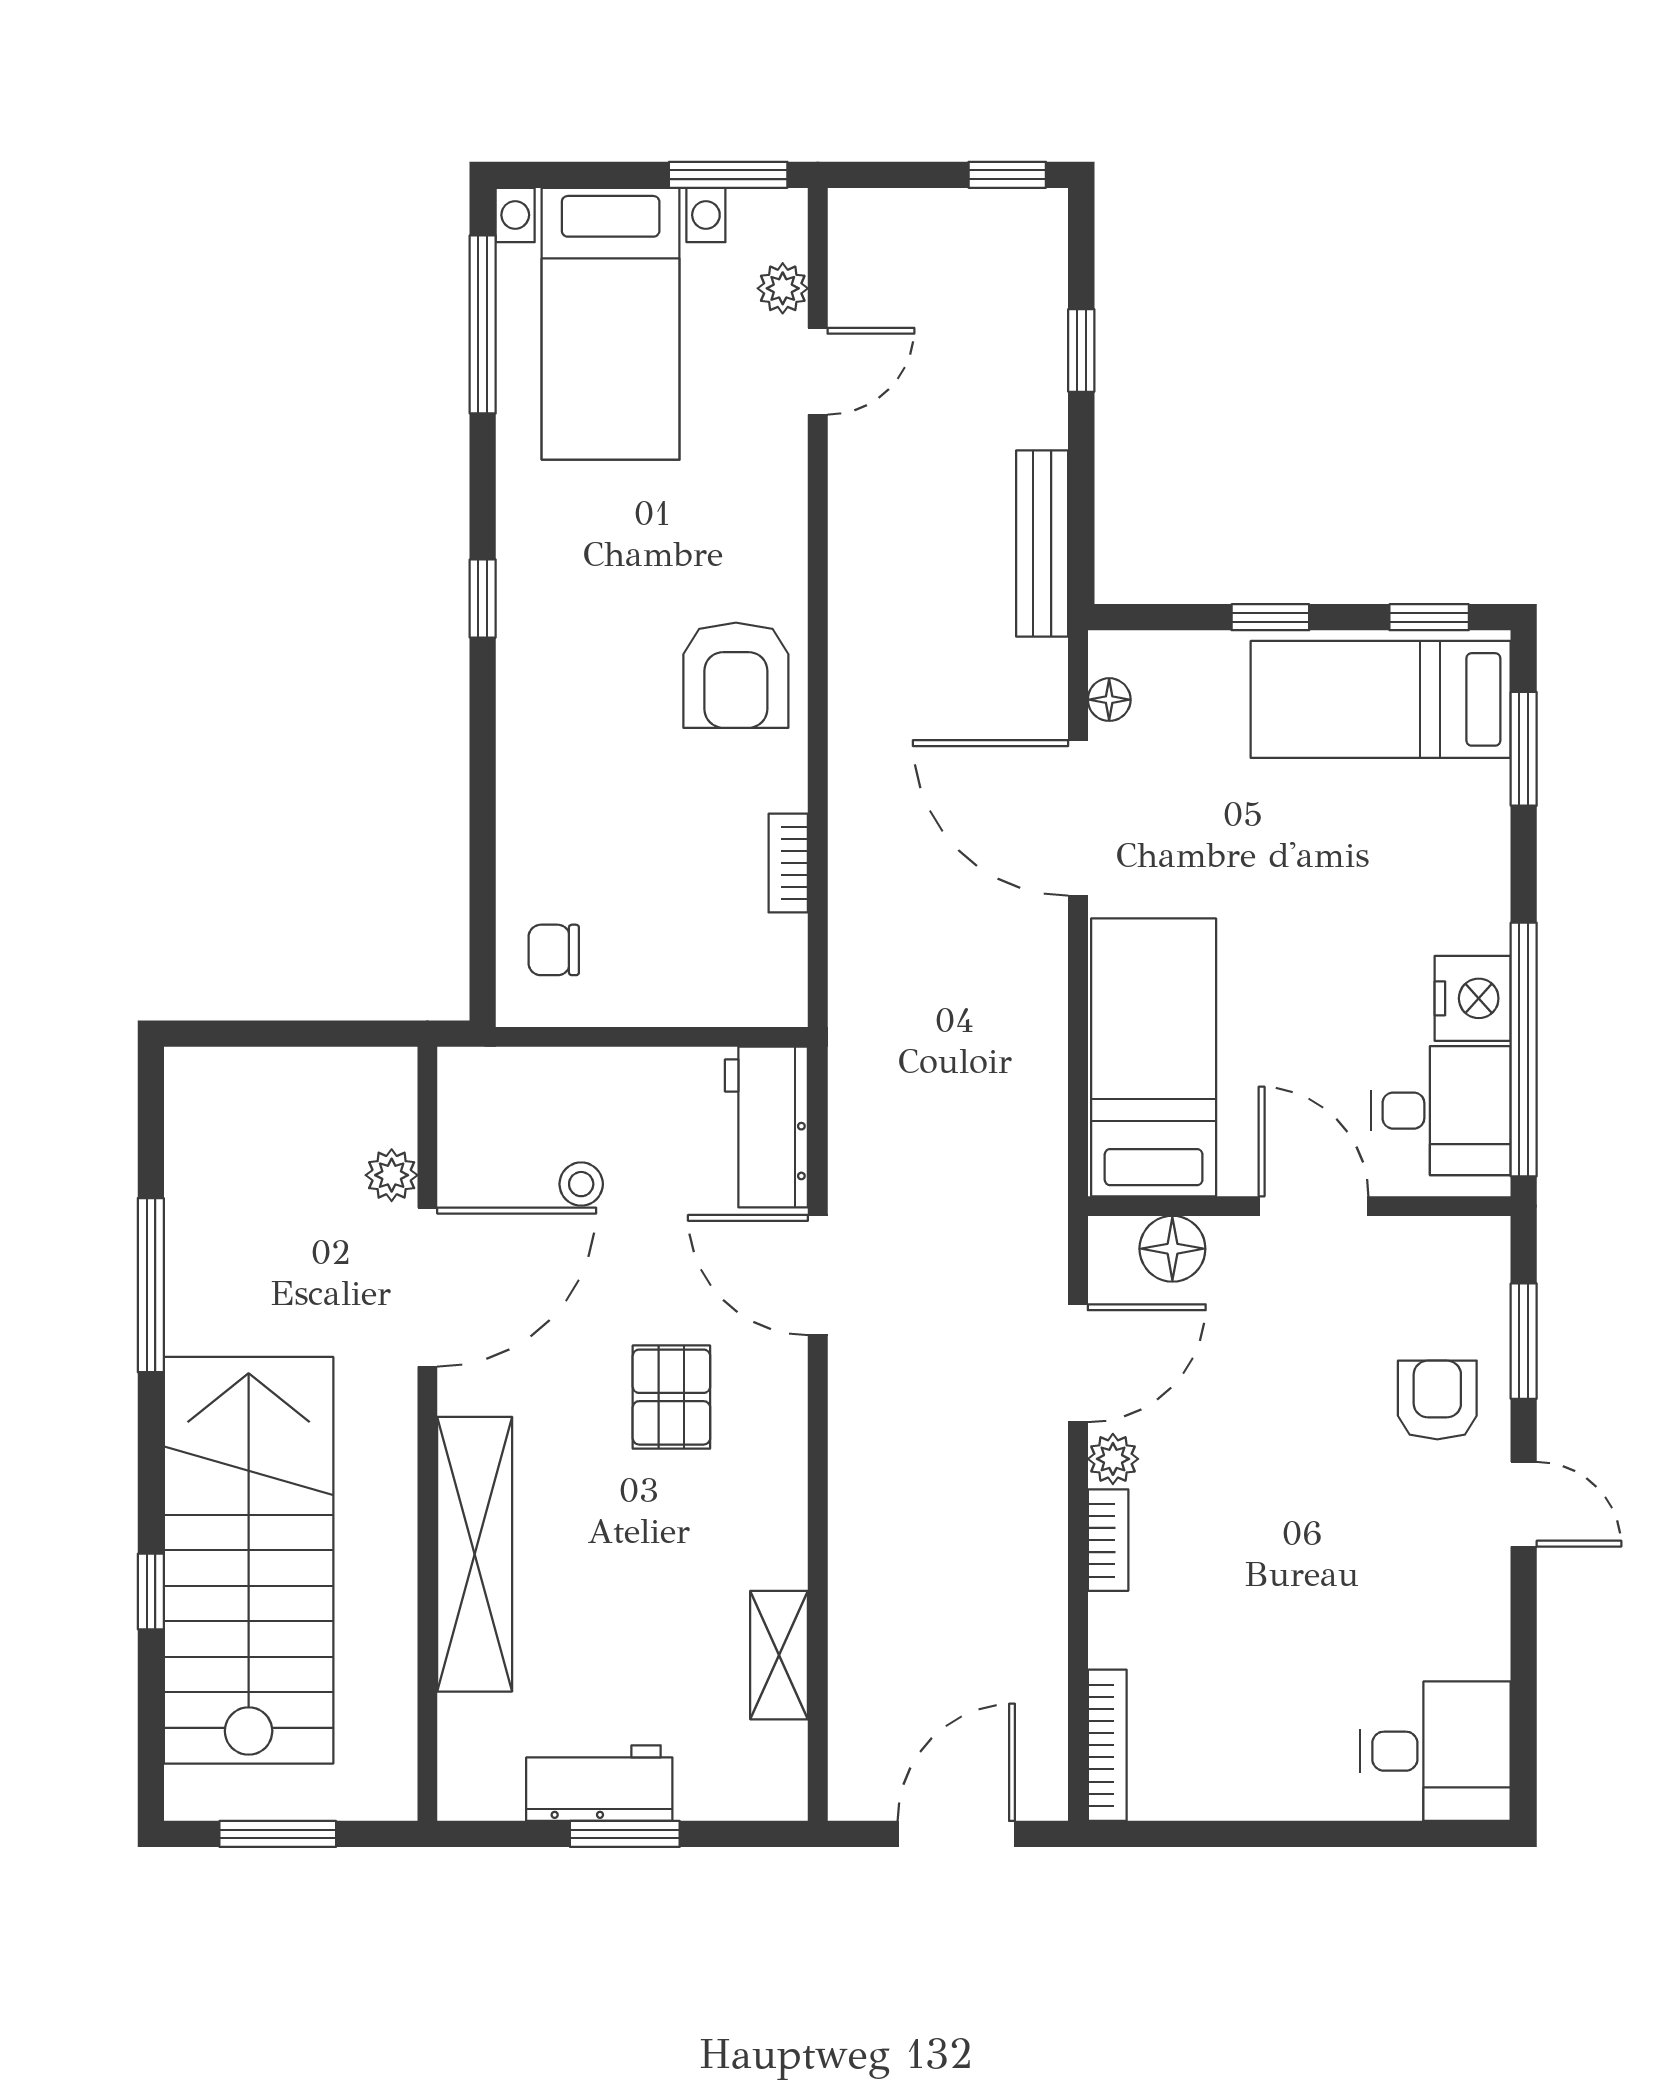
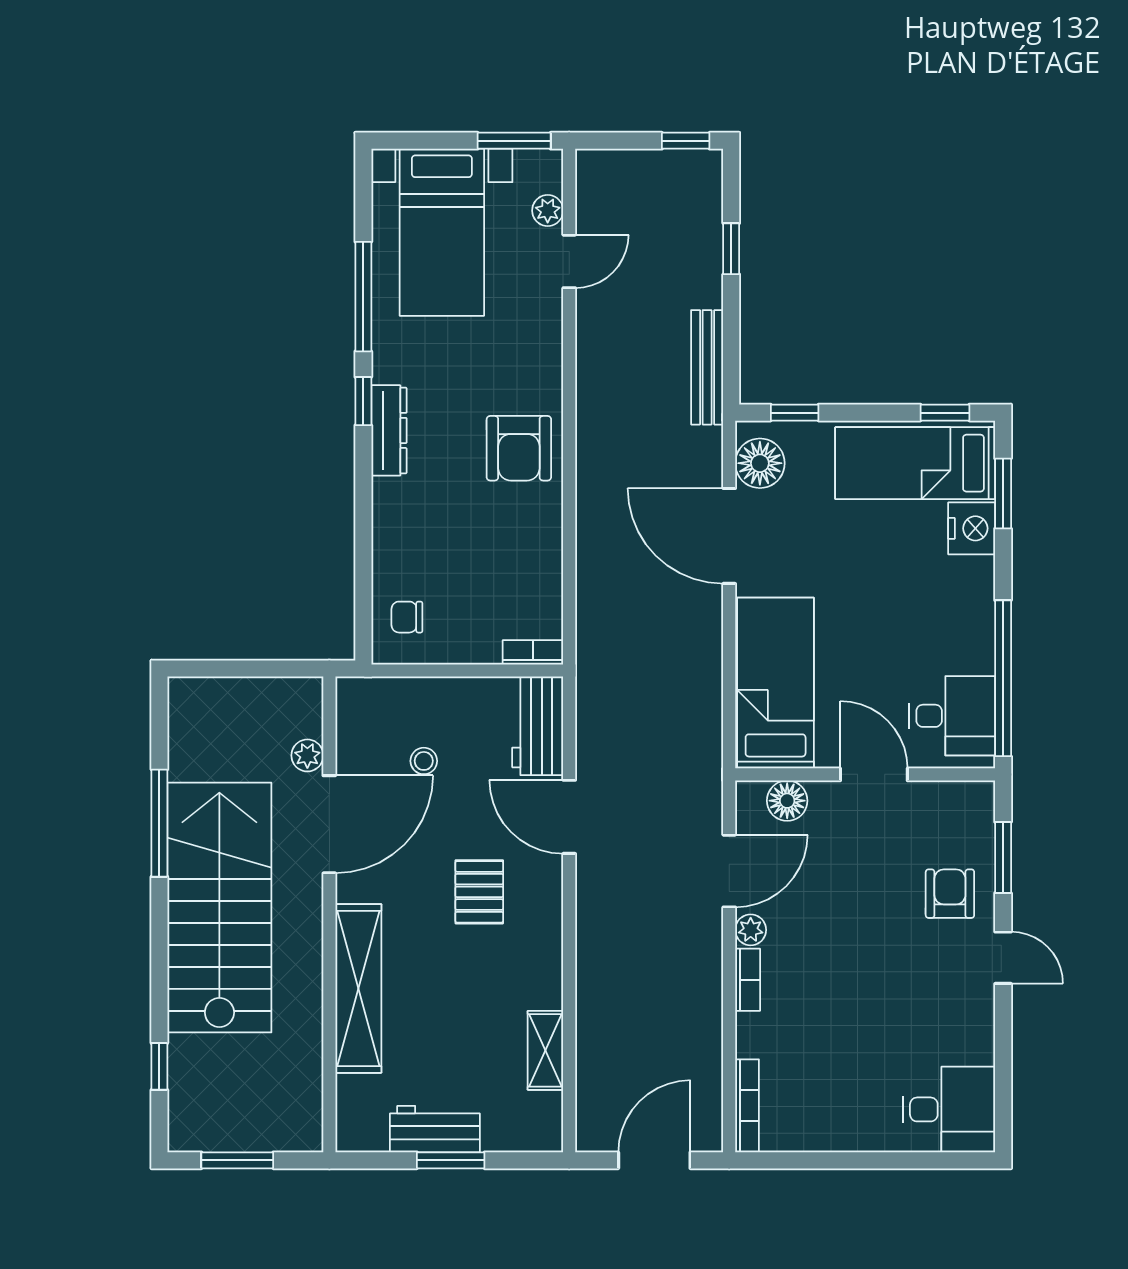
window: (483, 324) -> (363, 297), moved
window: (1270, 617) -> (795, 413), moved
dresser: (524, 646) -> (389, 430), added
floor lamp: (1109, 700) -> (760, 463), width x1.89, depth x1.89
bookcase: (788, 863) -> (533, 652), moved, turned 90
nightstand: (1473, 998) -> (972, 528), moved
stairs: (249, 1560) -> (219, 908), moved
window: (151, 1591) -> (159, 1066), moved

